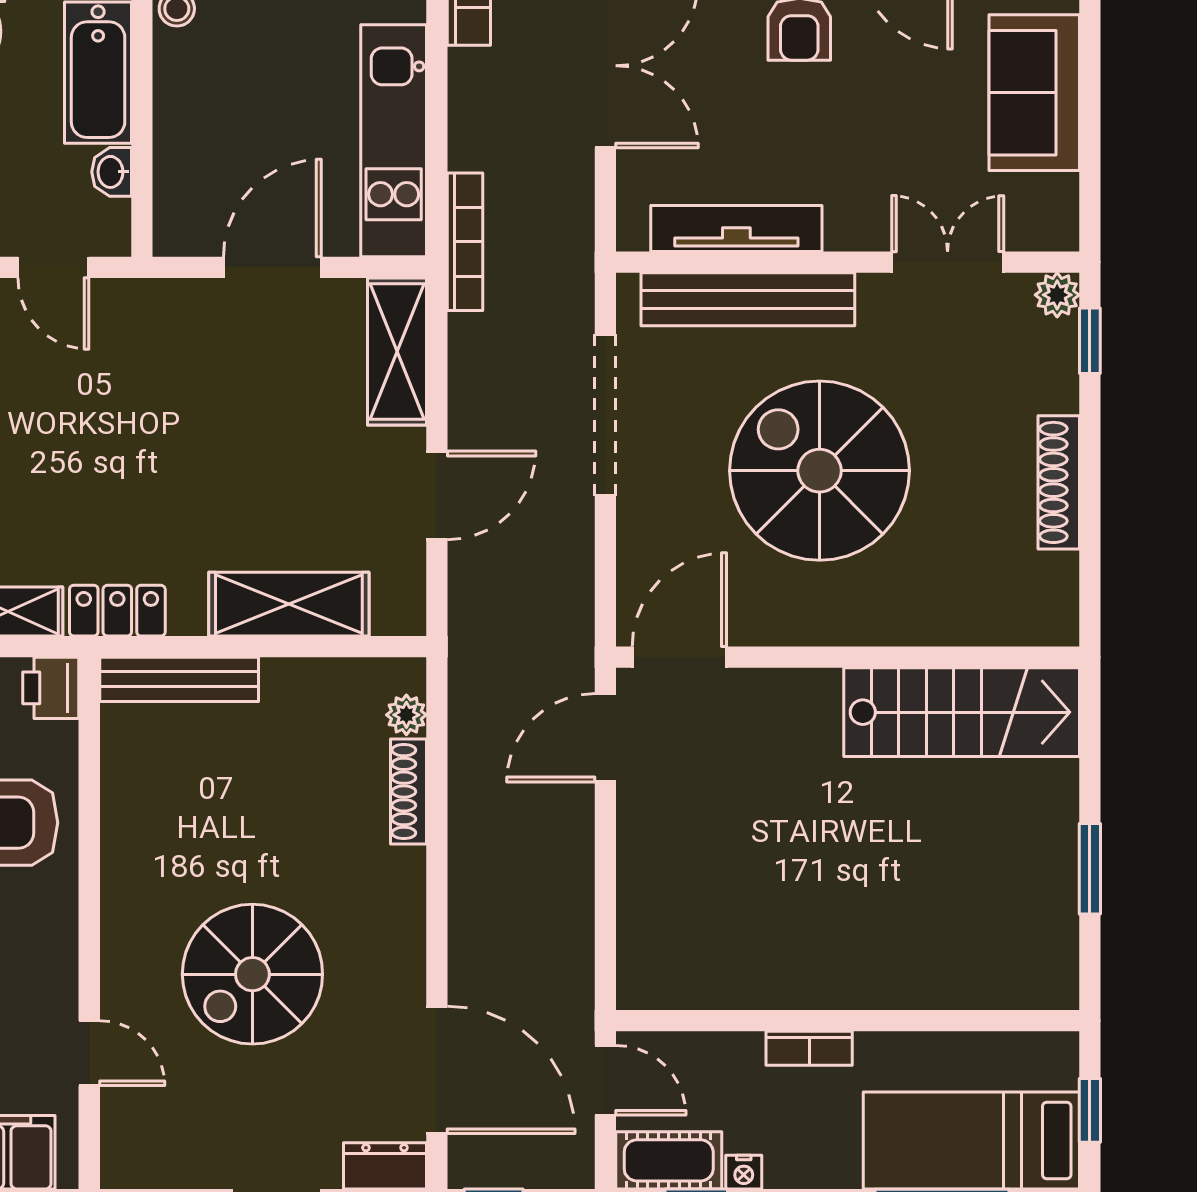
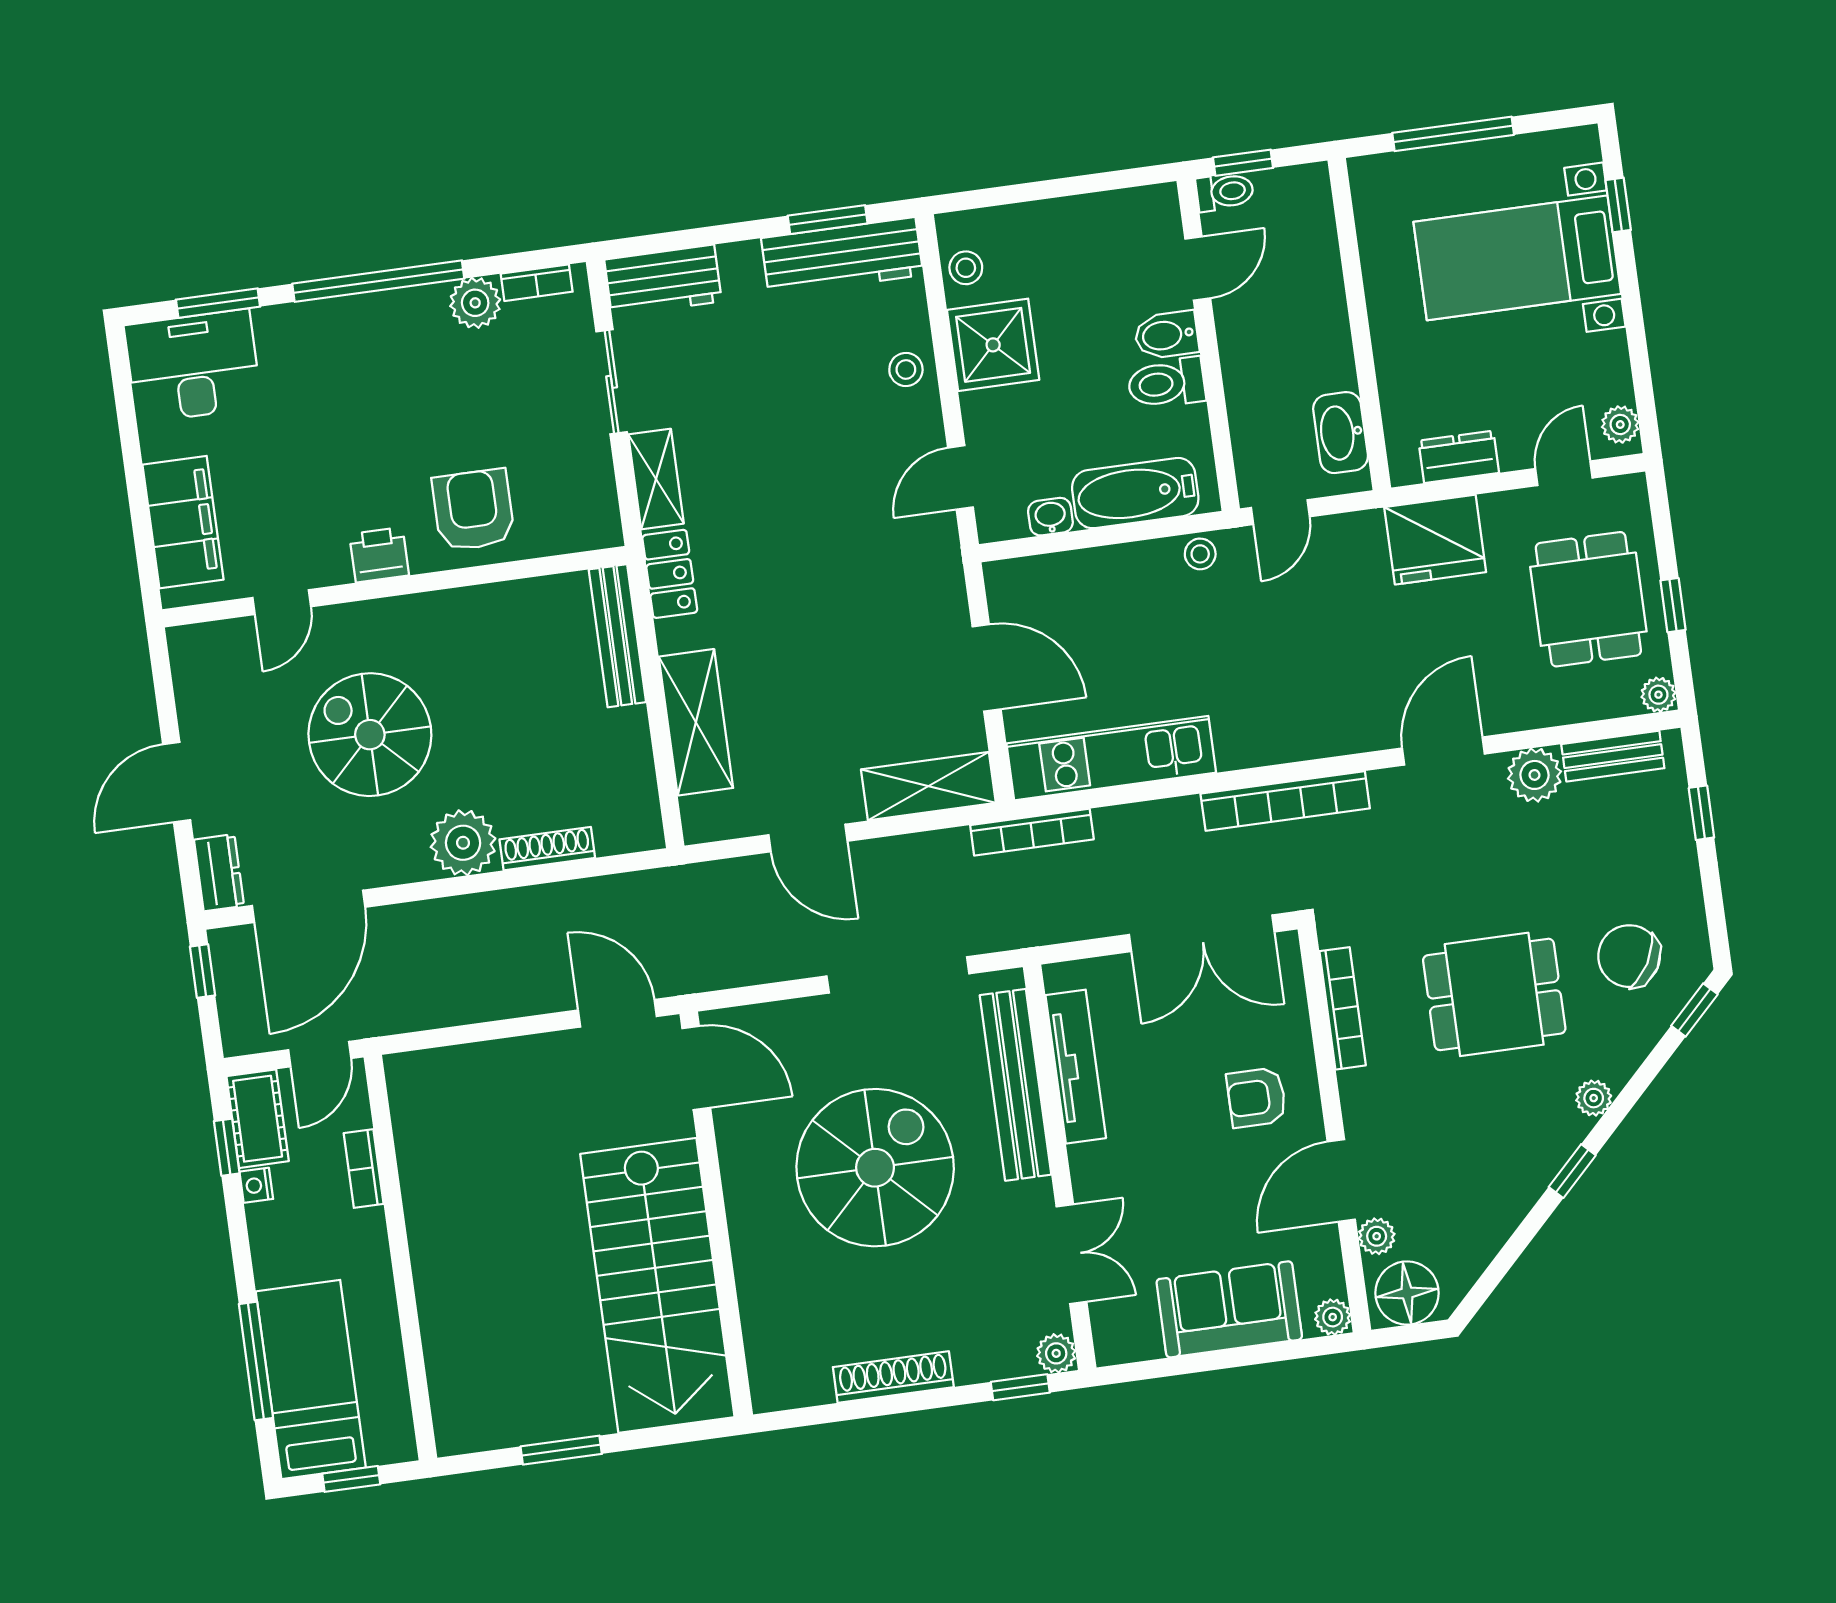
printer: (51, 688) -> (379, 555), moved
stairs: (962, 712) -> (657, 1285), width x1.36, depth x1.51
plant: (406, 715) -> (463, 843), moved, width x1.88, depth x1.88
bookcase: (809, 1048) -> (364, 1169), moved

